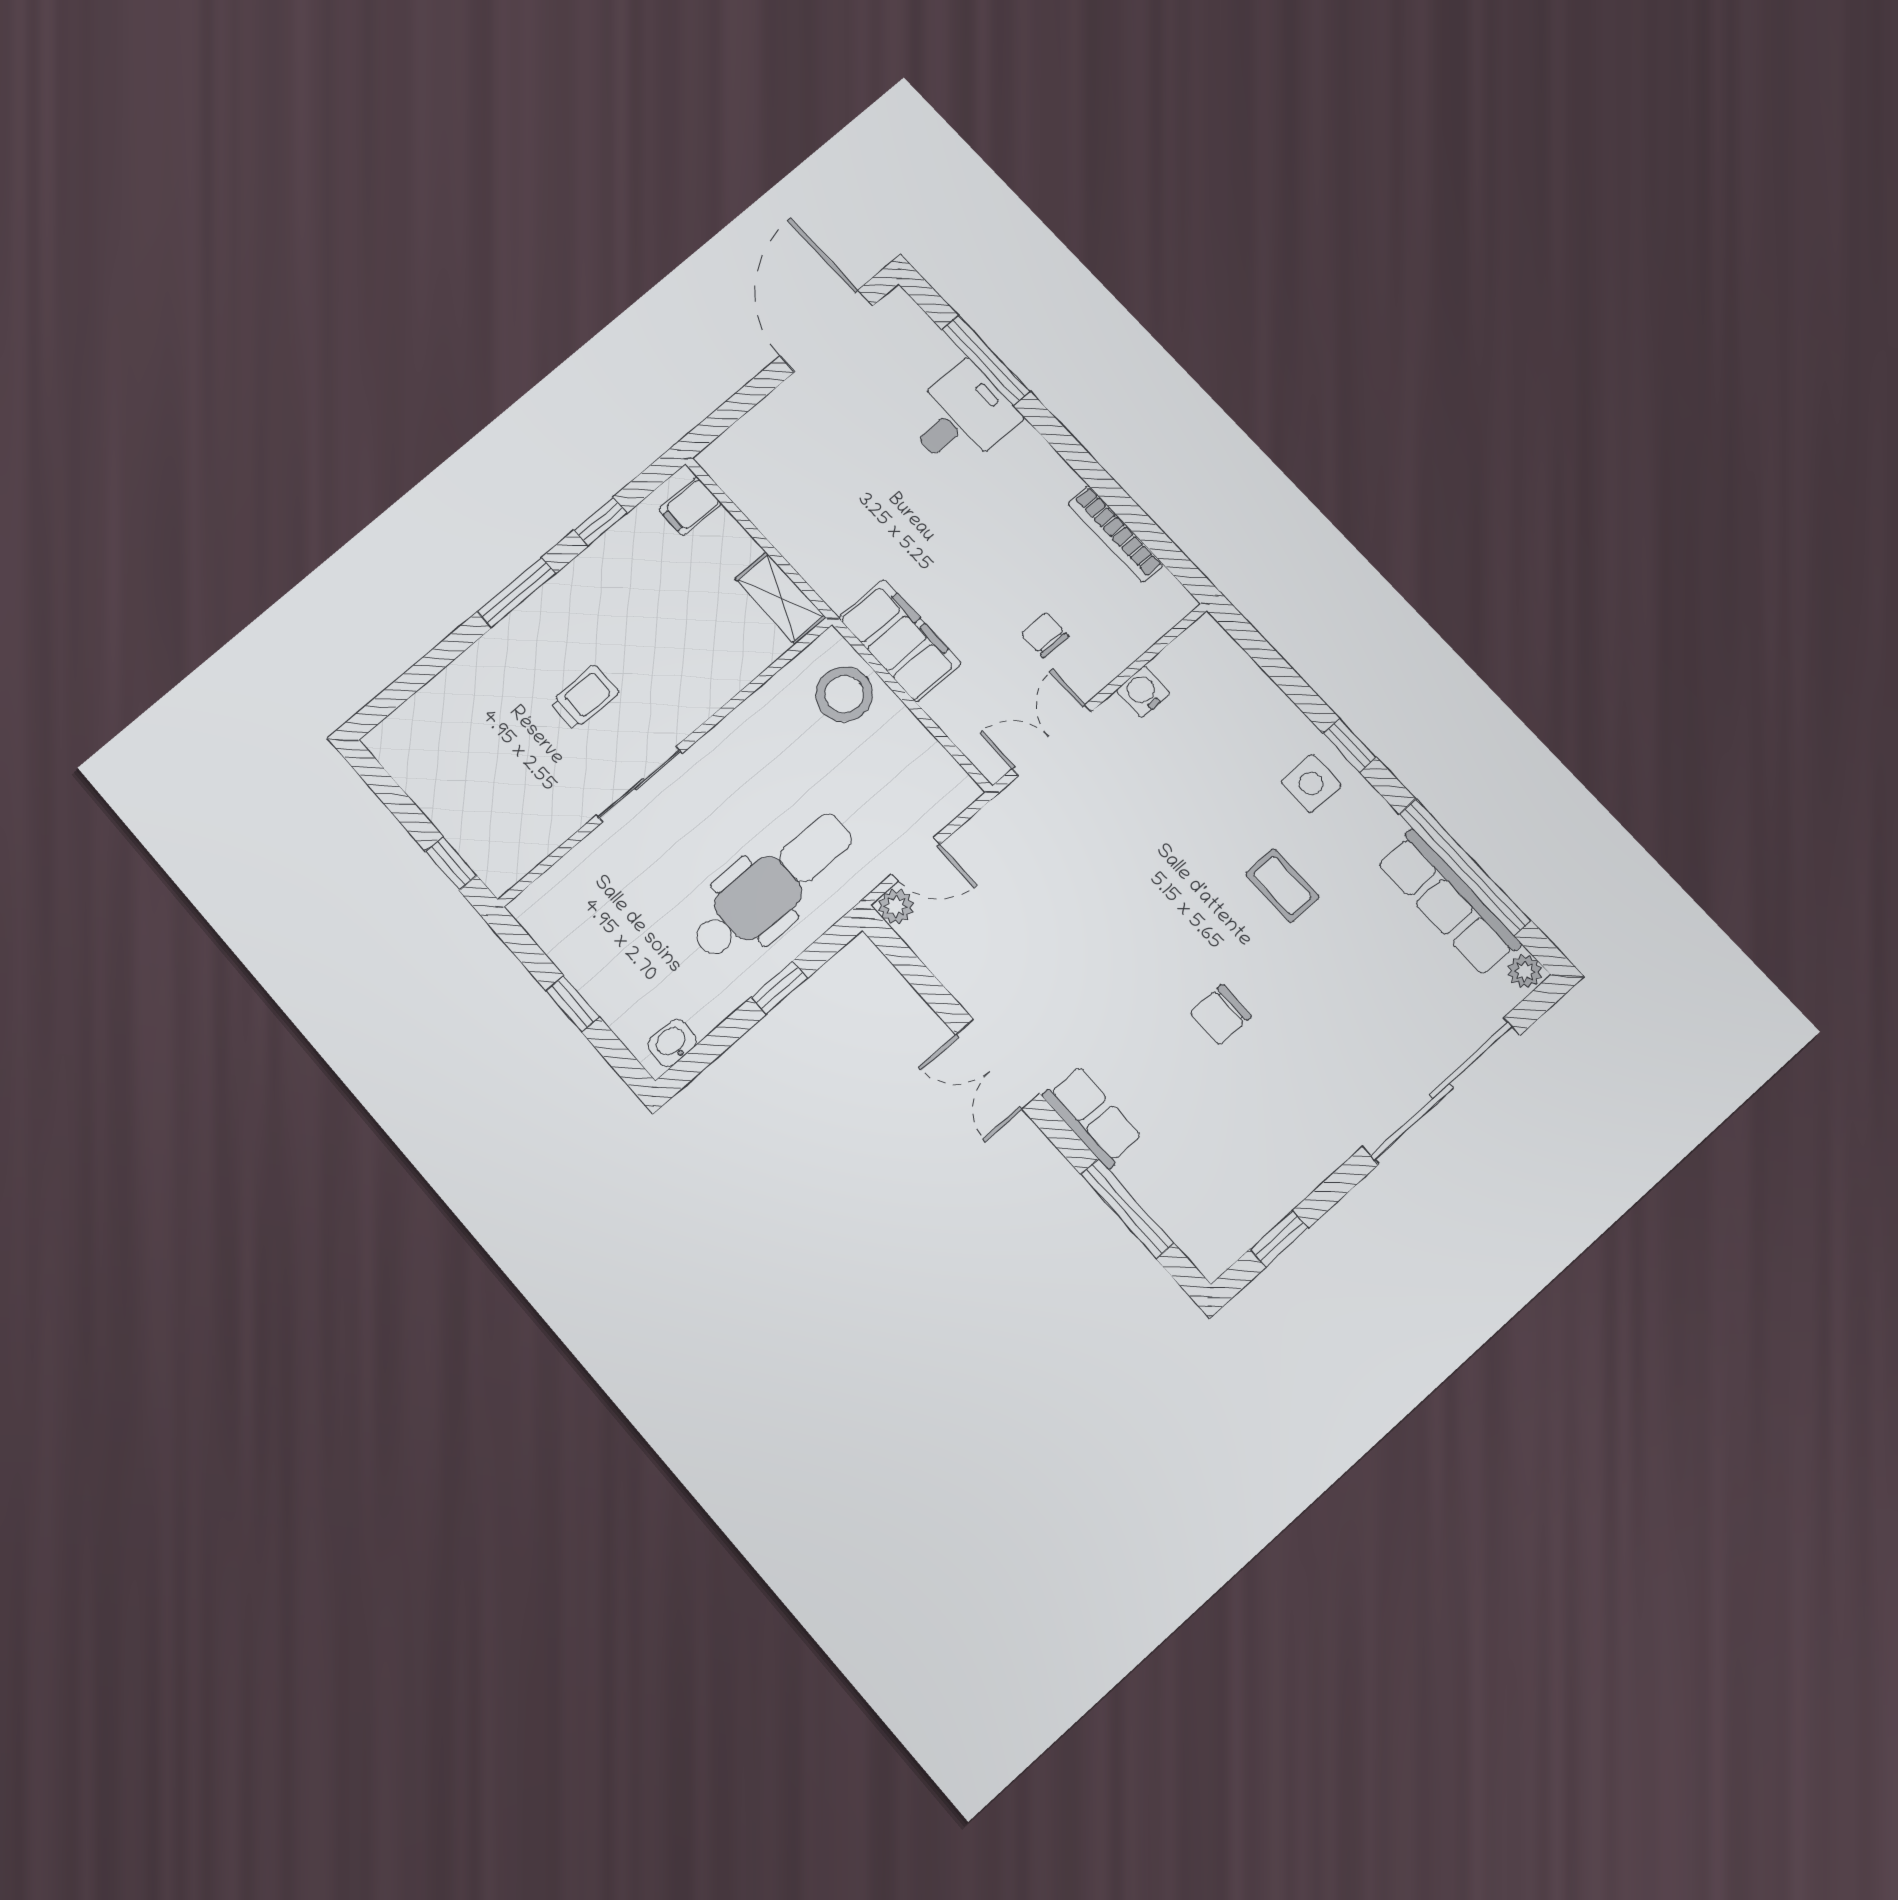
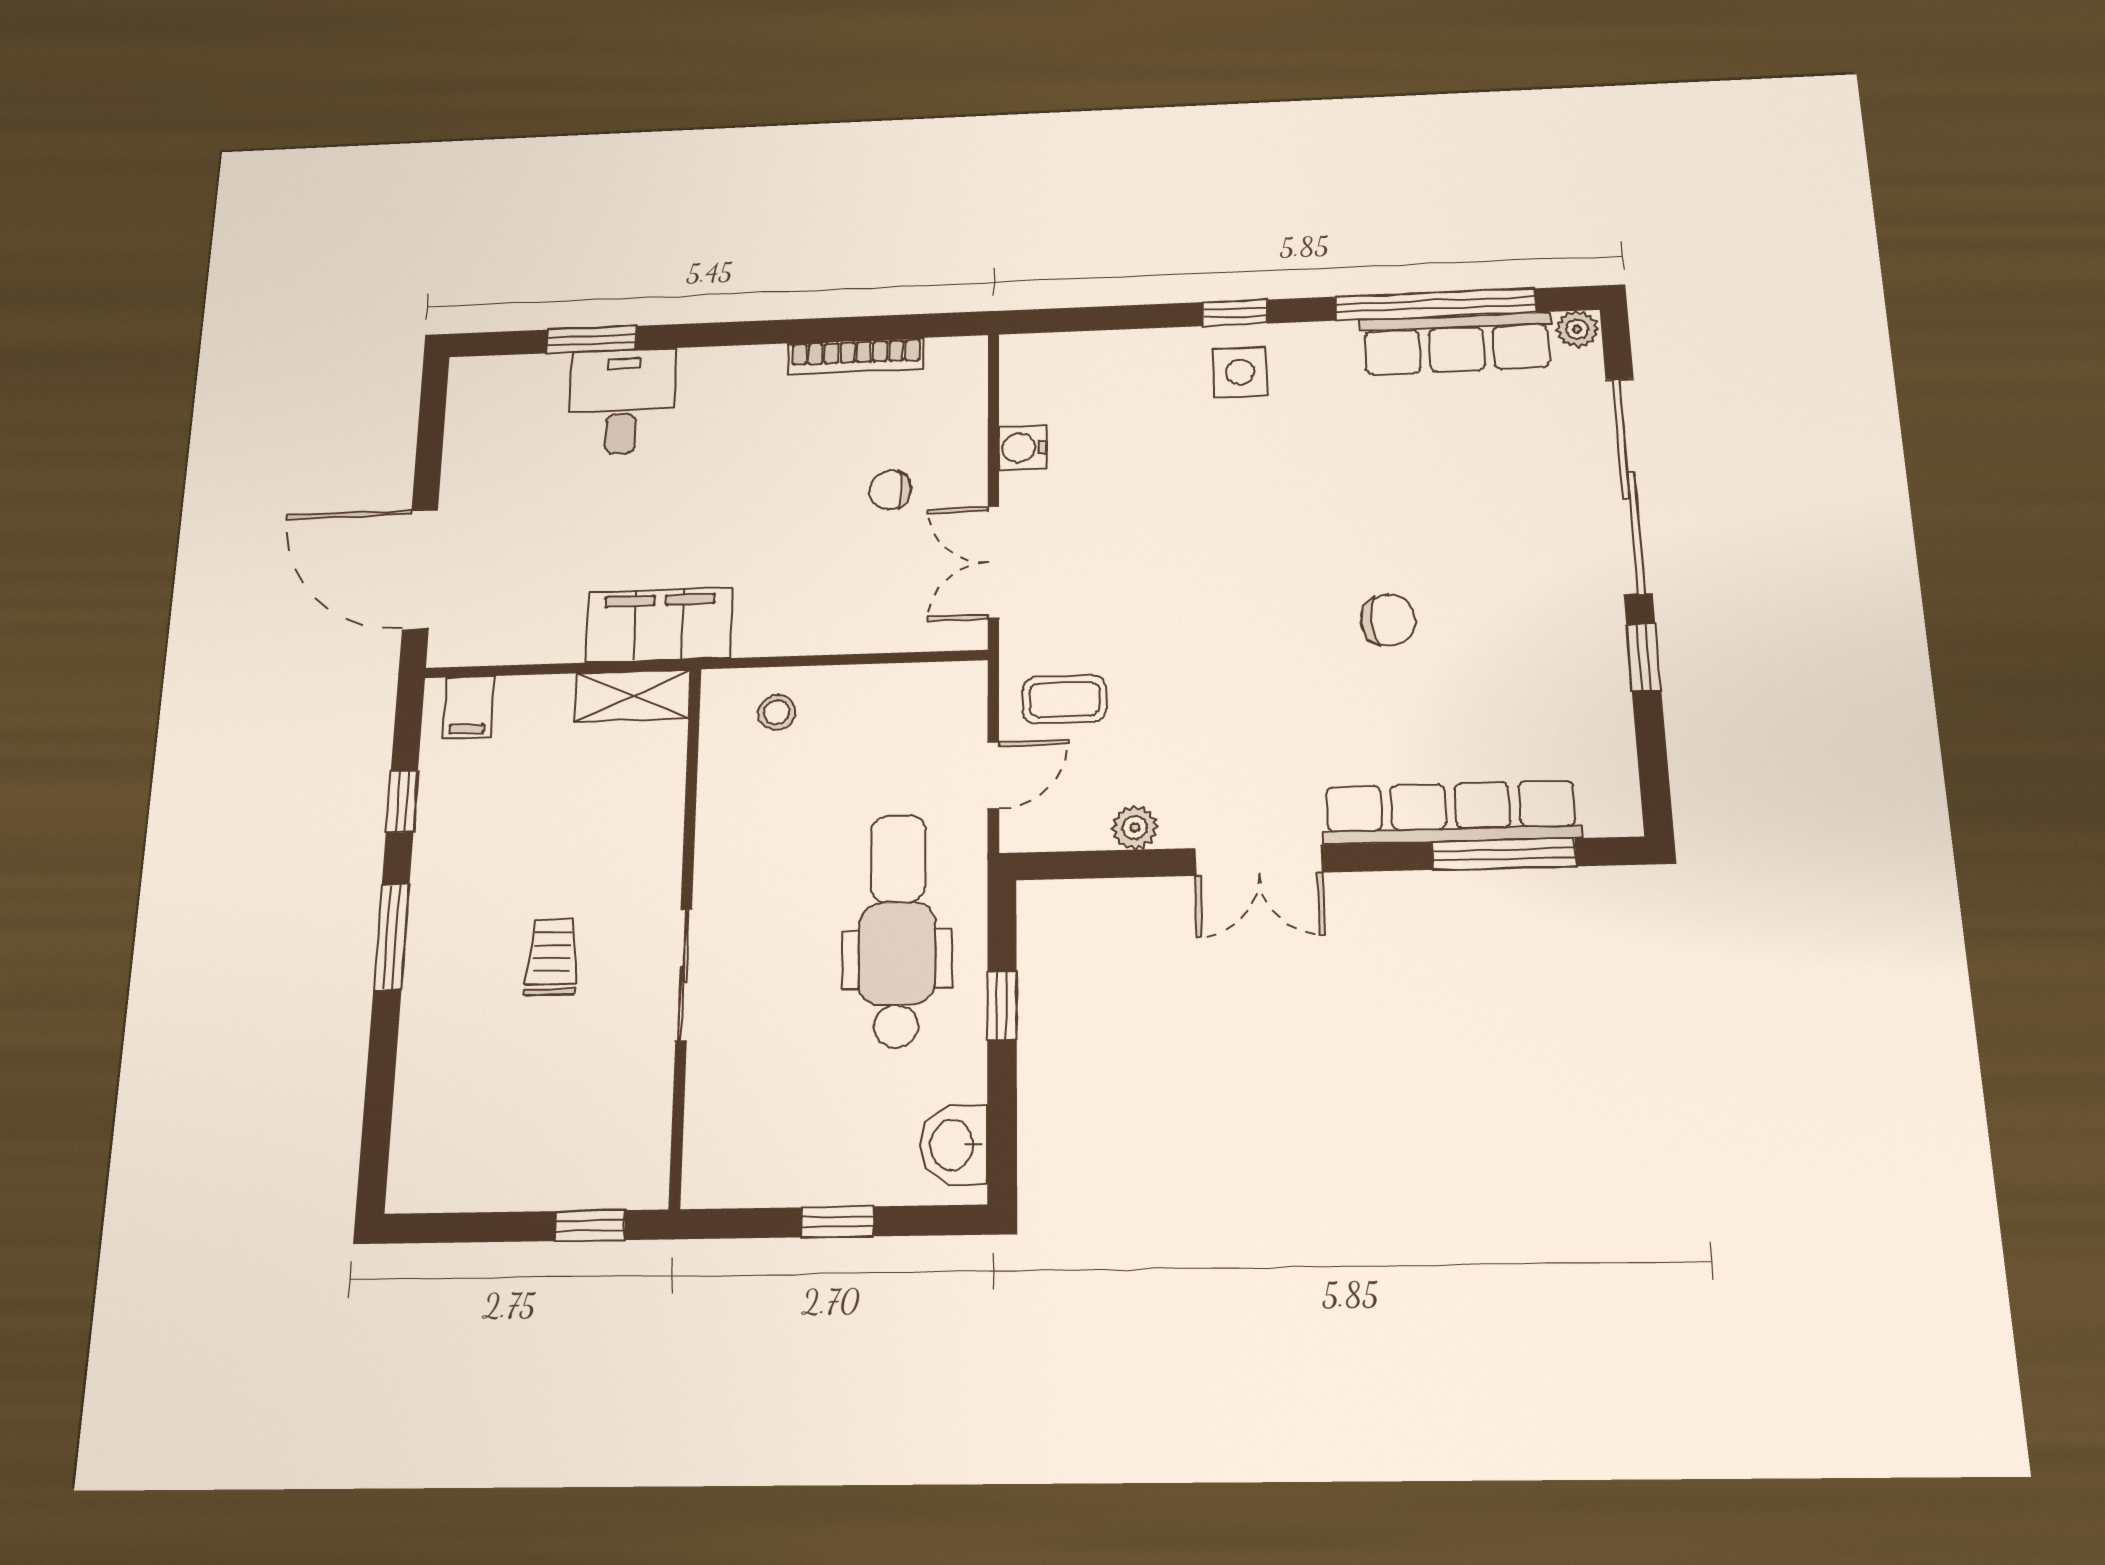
door: (826, 331) -> (420, 569), moved
window: (986, 360) -> (592, 340), width x0.69
filing cabinet: (900, 641) -> (659, 625), moved
stool: (844, 694) -> (777, 712), width x0.53, depth x0.53
coffee table: (1282, 886) -> (1064, 699), moved
plant: (896, 906) -> (1135, 828), moved
chair: (1221, 1015) -> (1388, 620), turned -94
washbasin: (672, 1043) -> (954, 1145), width x1.38, depth x1.45
row of seats: (1092, 1117) -> (1451, 812), width x2.02
window: (1279, 1239) -> (1644, 657), moved

